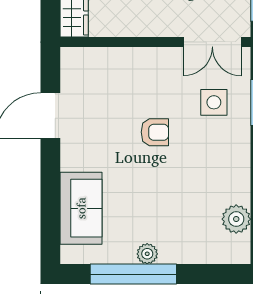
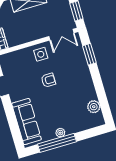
side table: (214, 102) -> (41, 54), moved
sofa: (81, 208) -> (27, 122), width x1.36

